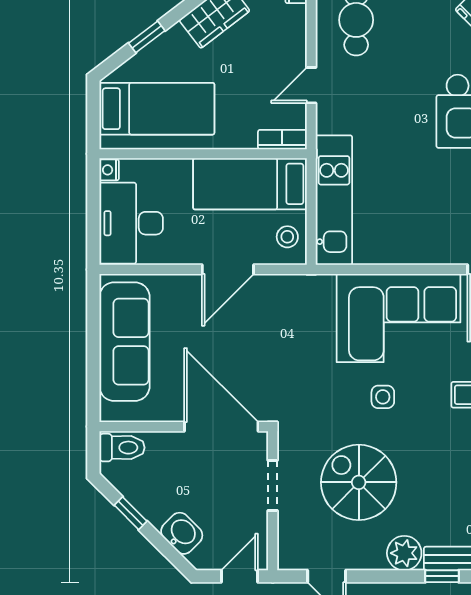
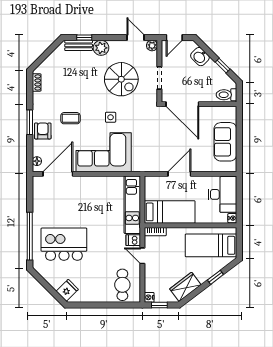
door: (311, 85) -> (142, 256), swing flipped
dishwasher: (332, 120) -> (133, 240), added
stool: (287, 237) -> (153, 188), removed
sofa: (124, 342) -> (225, 142), width x0.73
plant: (289, 558) -> (152, 46), added

